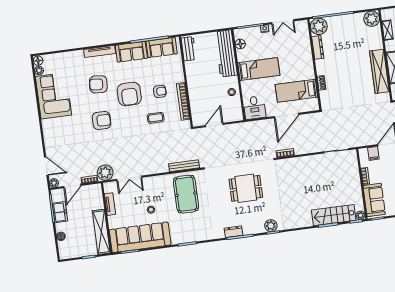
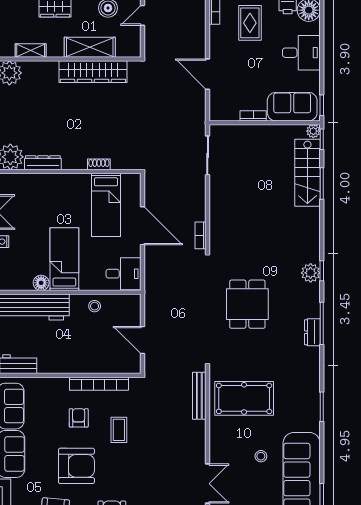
floor lamp: (240, 44) -> (41, 283), moved
filing cabinet: (373, 153) -> (220, 98), removed

